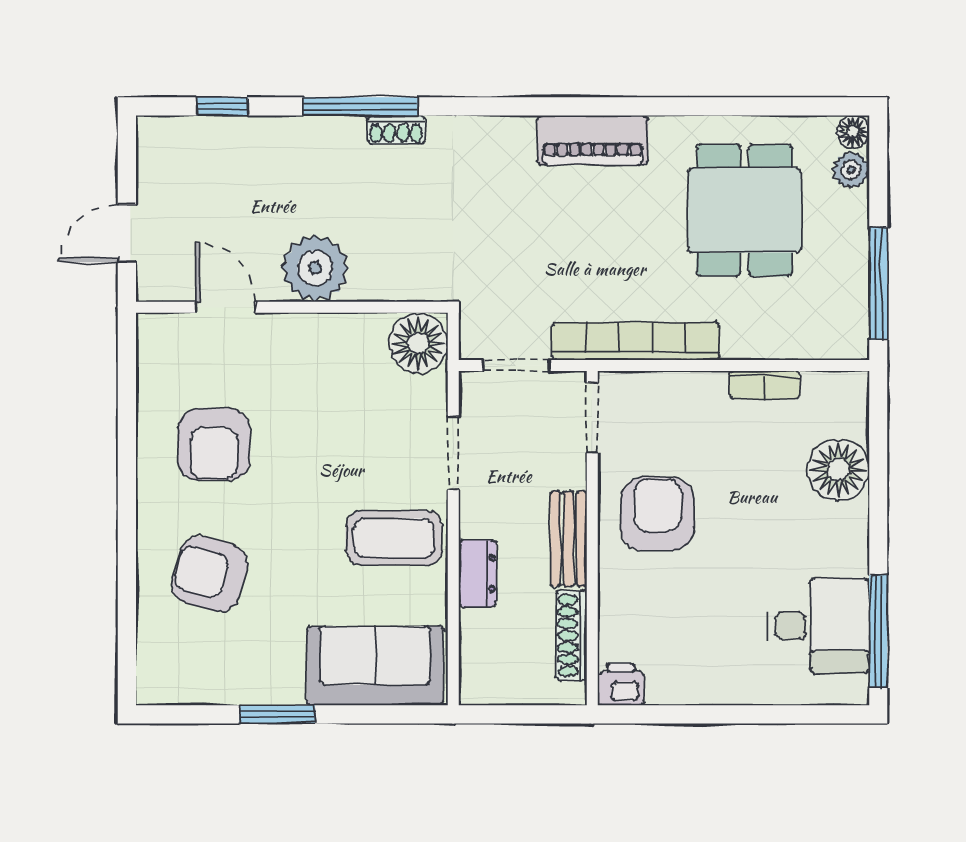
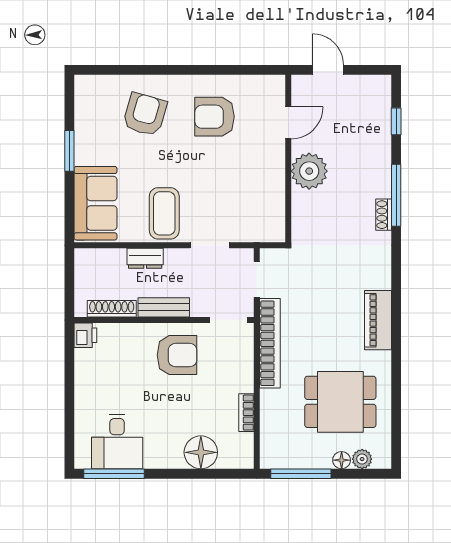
floor lamp: (853, 132) -> (342, 460), moved
floor lamp: (418, 343) -> (269, 227), removed

